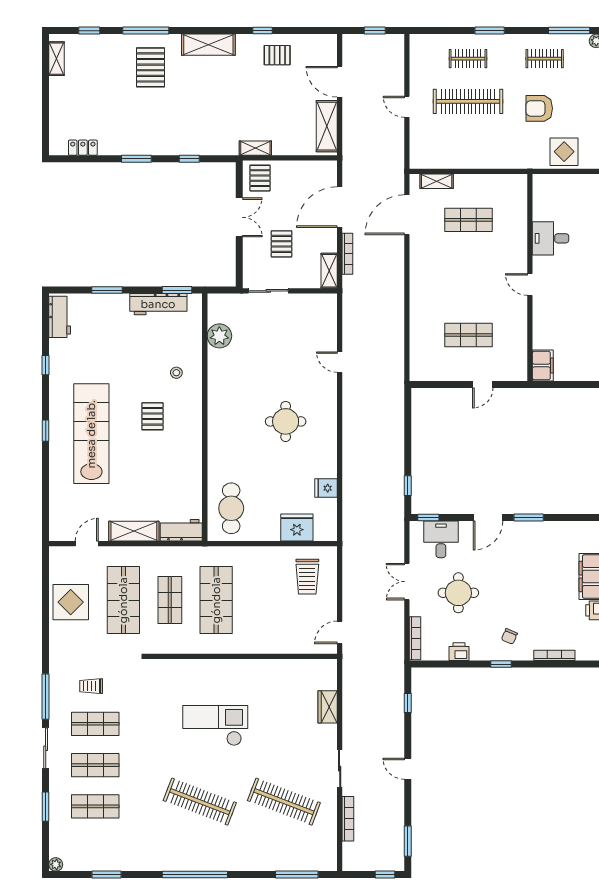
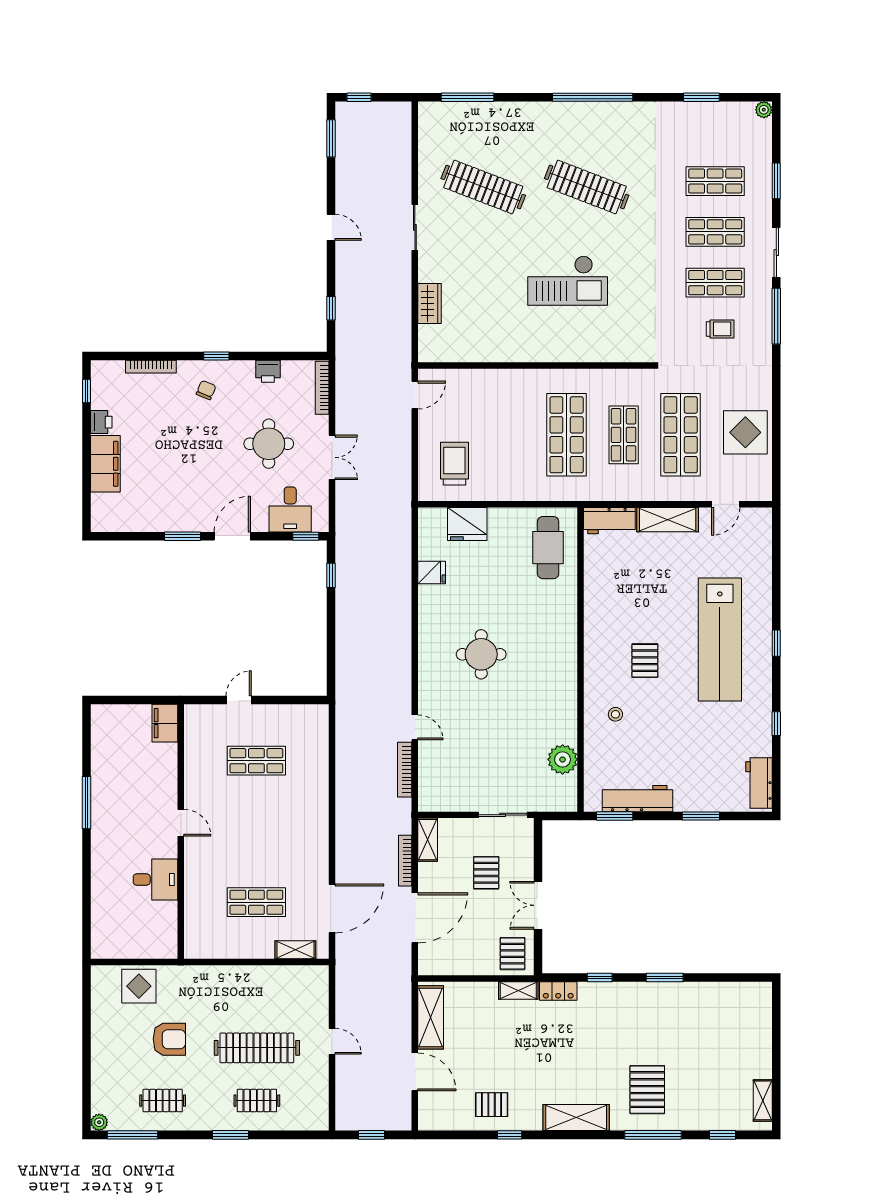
locker: (83, 148) -> (558, 991), moved
bookcase: (348, 819) -> (405, 770), moved

